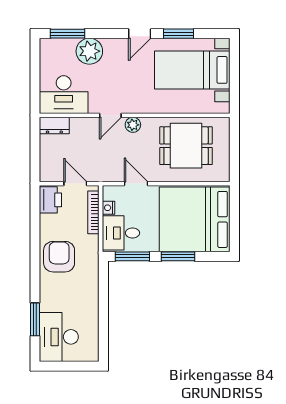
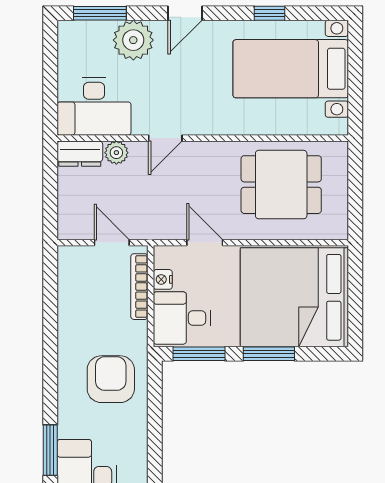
door: (140, 34) -> (185, 13), moved
window: (178, 34) -> (270, 13), width x0.67
plant: (133, 125) -> (116, 153), moved
printer: (50, 200) -> (74, 267), removed
armchair: (59, 257) -> (111, 379), moved

